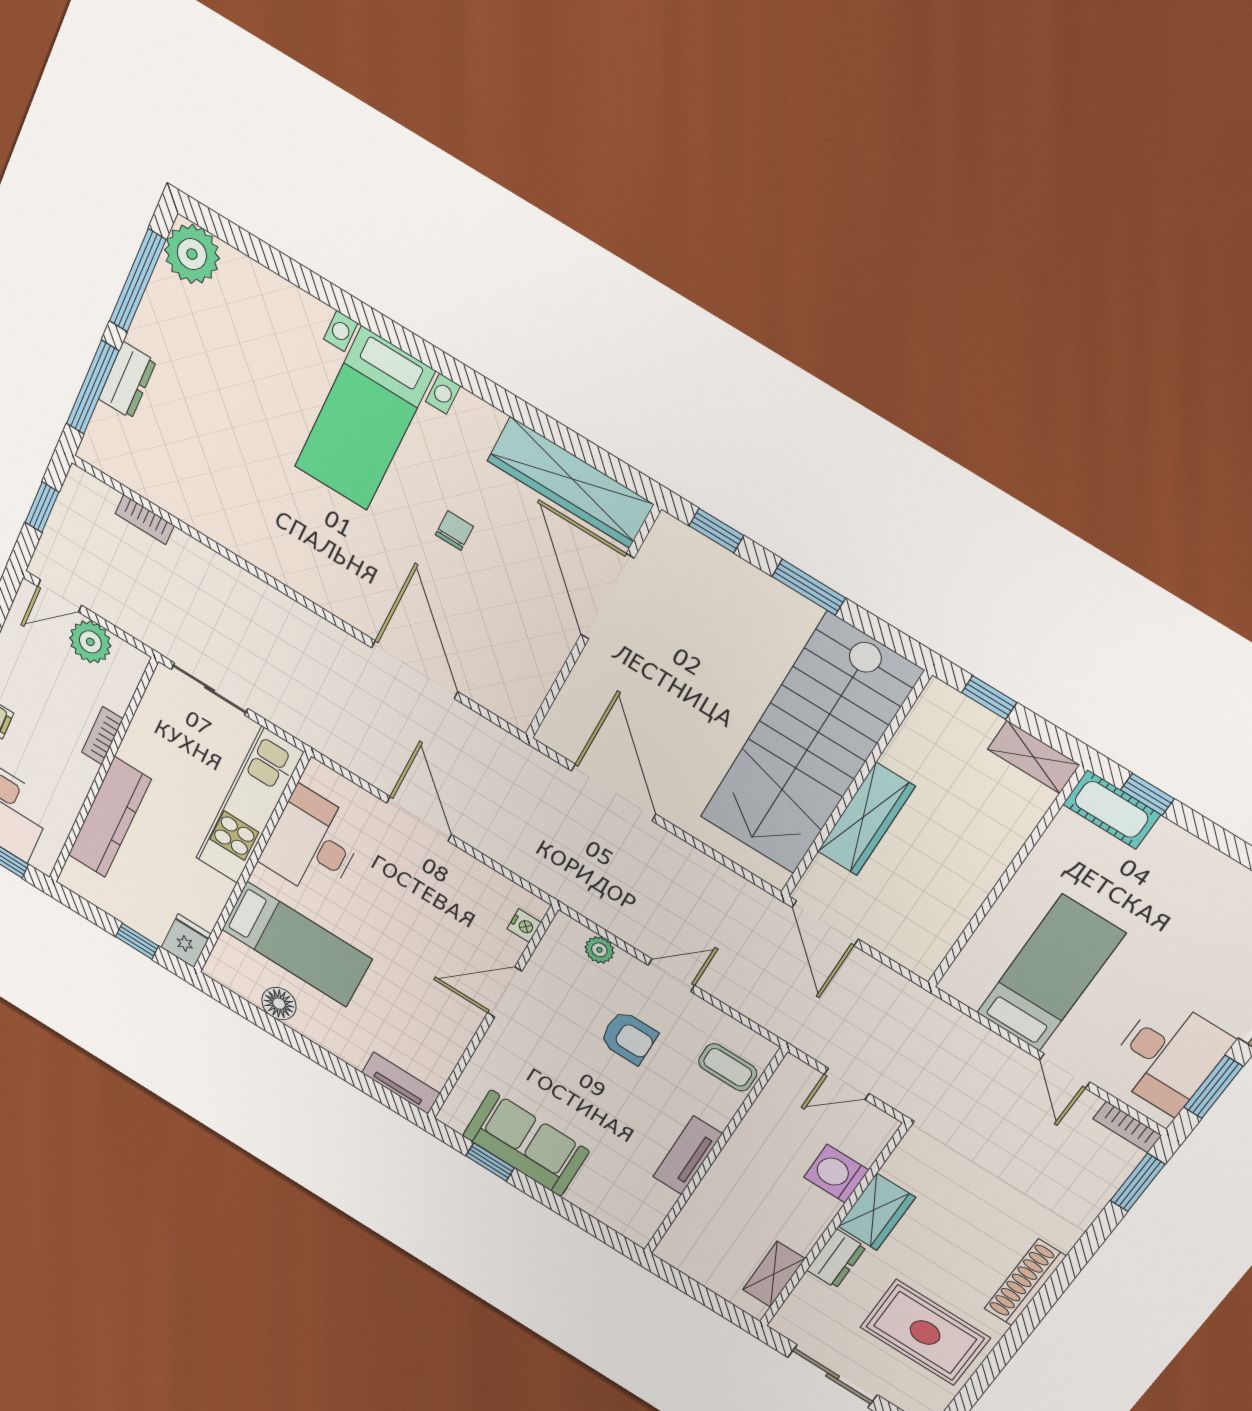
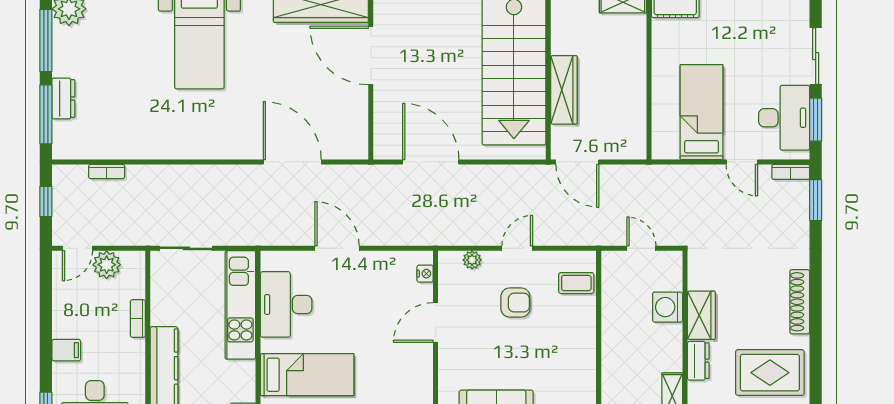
chair: (454, 531) -> (275, 71), removed
door: (847, 1084) -> (641, 248), swing flipped
tv unit: (688, 1155) -> (586, 354), removed

